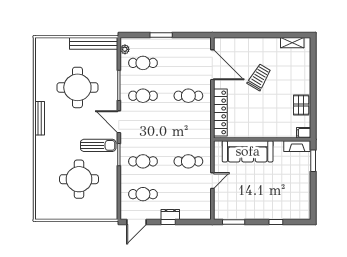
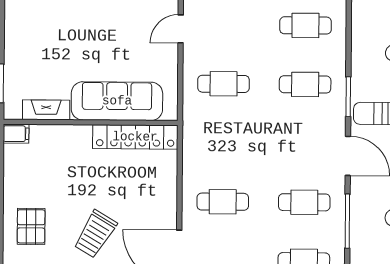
pallet: (301, 105) -> (31, 226), moved
locker: (220, 112) -> (135, 137), moved, turned -90
fireplace: (297, 146) -> (46, 110), moved
door: (212, 181) -> (181, 29), moved

